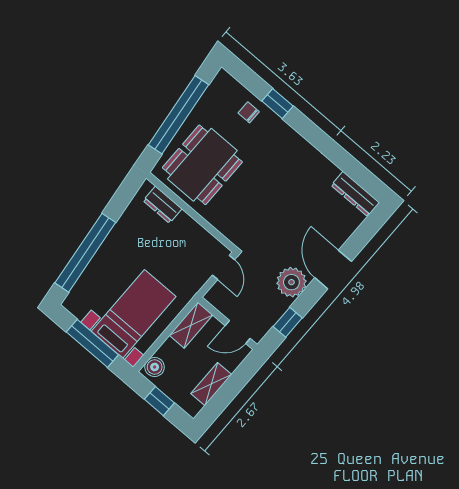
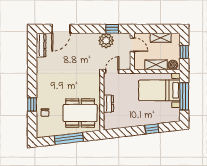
window: (178, 115) -> (69, 139), width x0.68
dresser: (162, 205) -> (108, 104), moved
window: (85, 253) -> (152, 129), width x0.32
door: (333, 270) -> (61, 29), moved
plant: (291, 282) -> (106, 41), moved
shelving: (191, 325) -> (156, 65), moved

